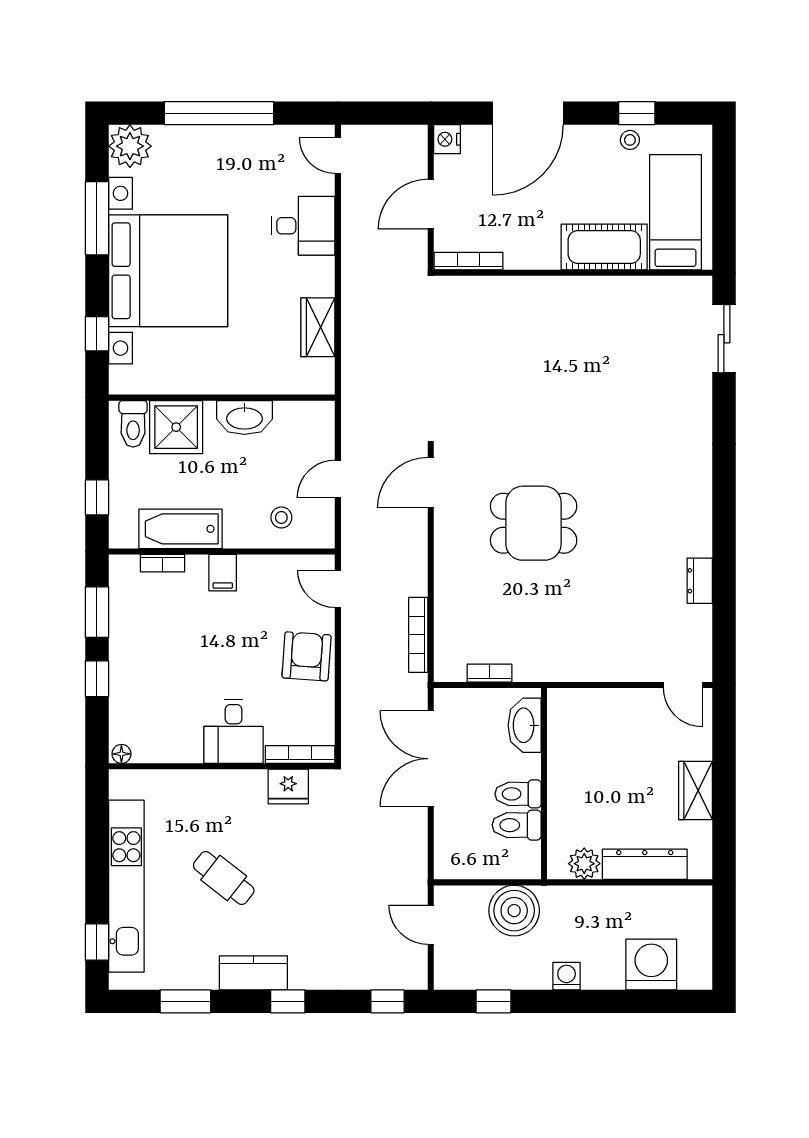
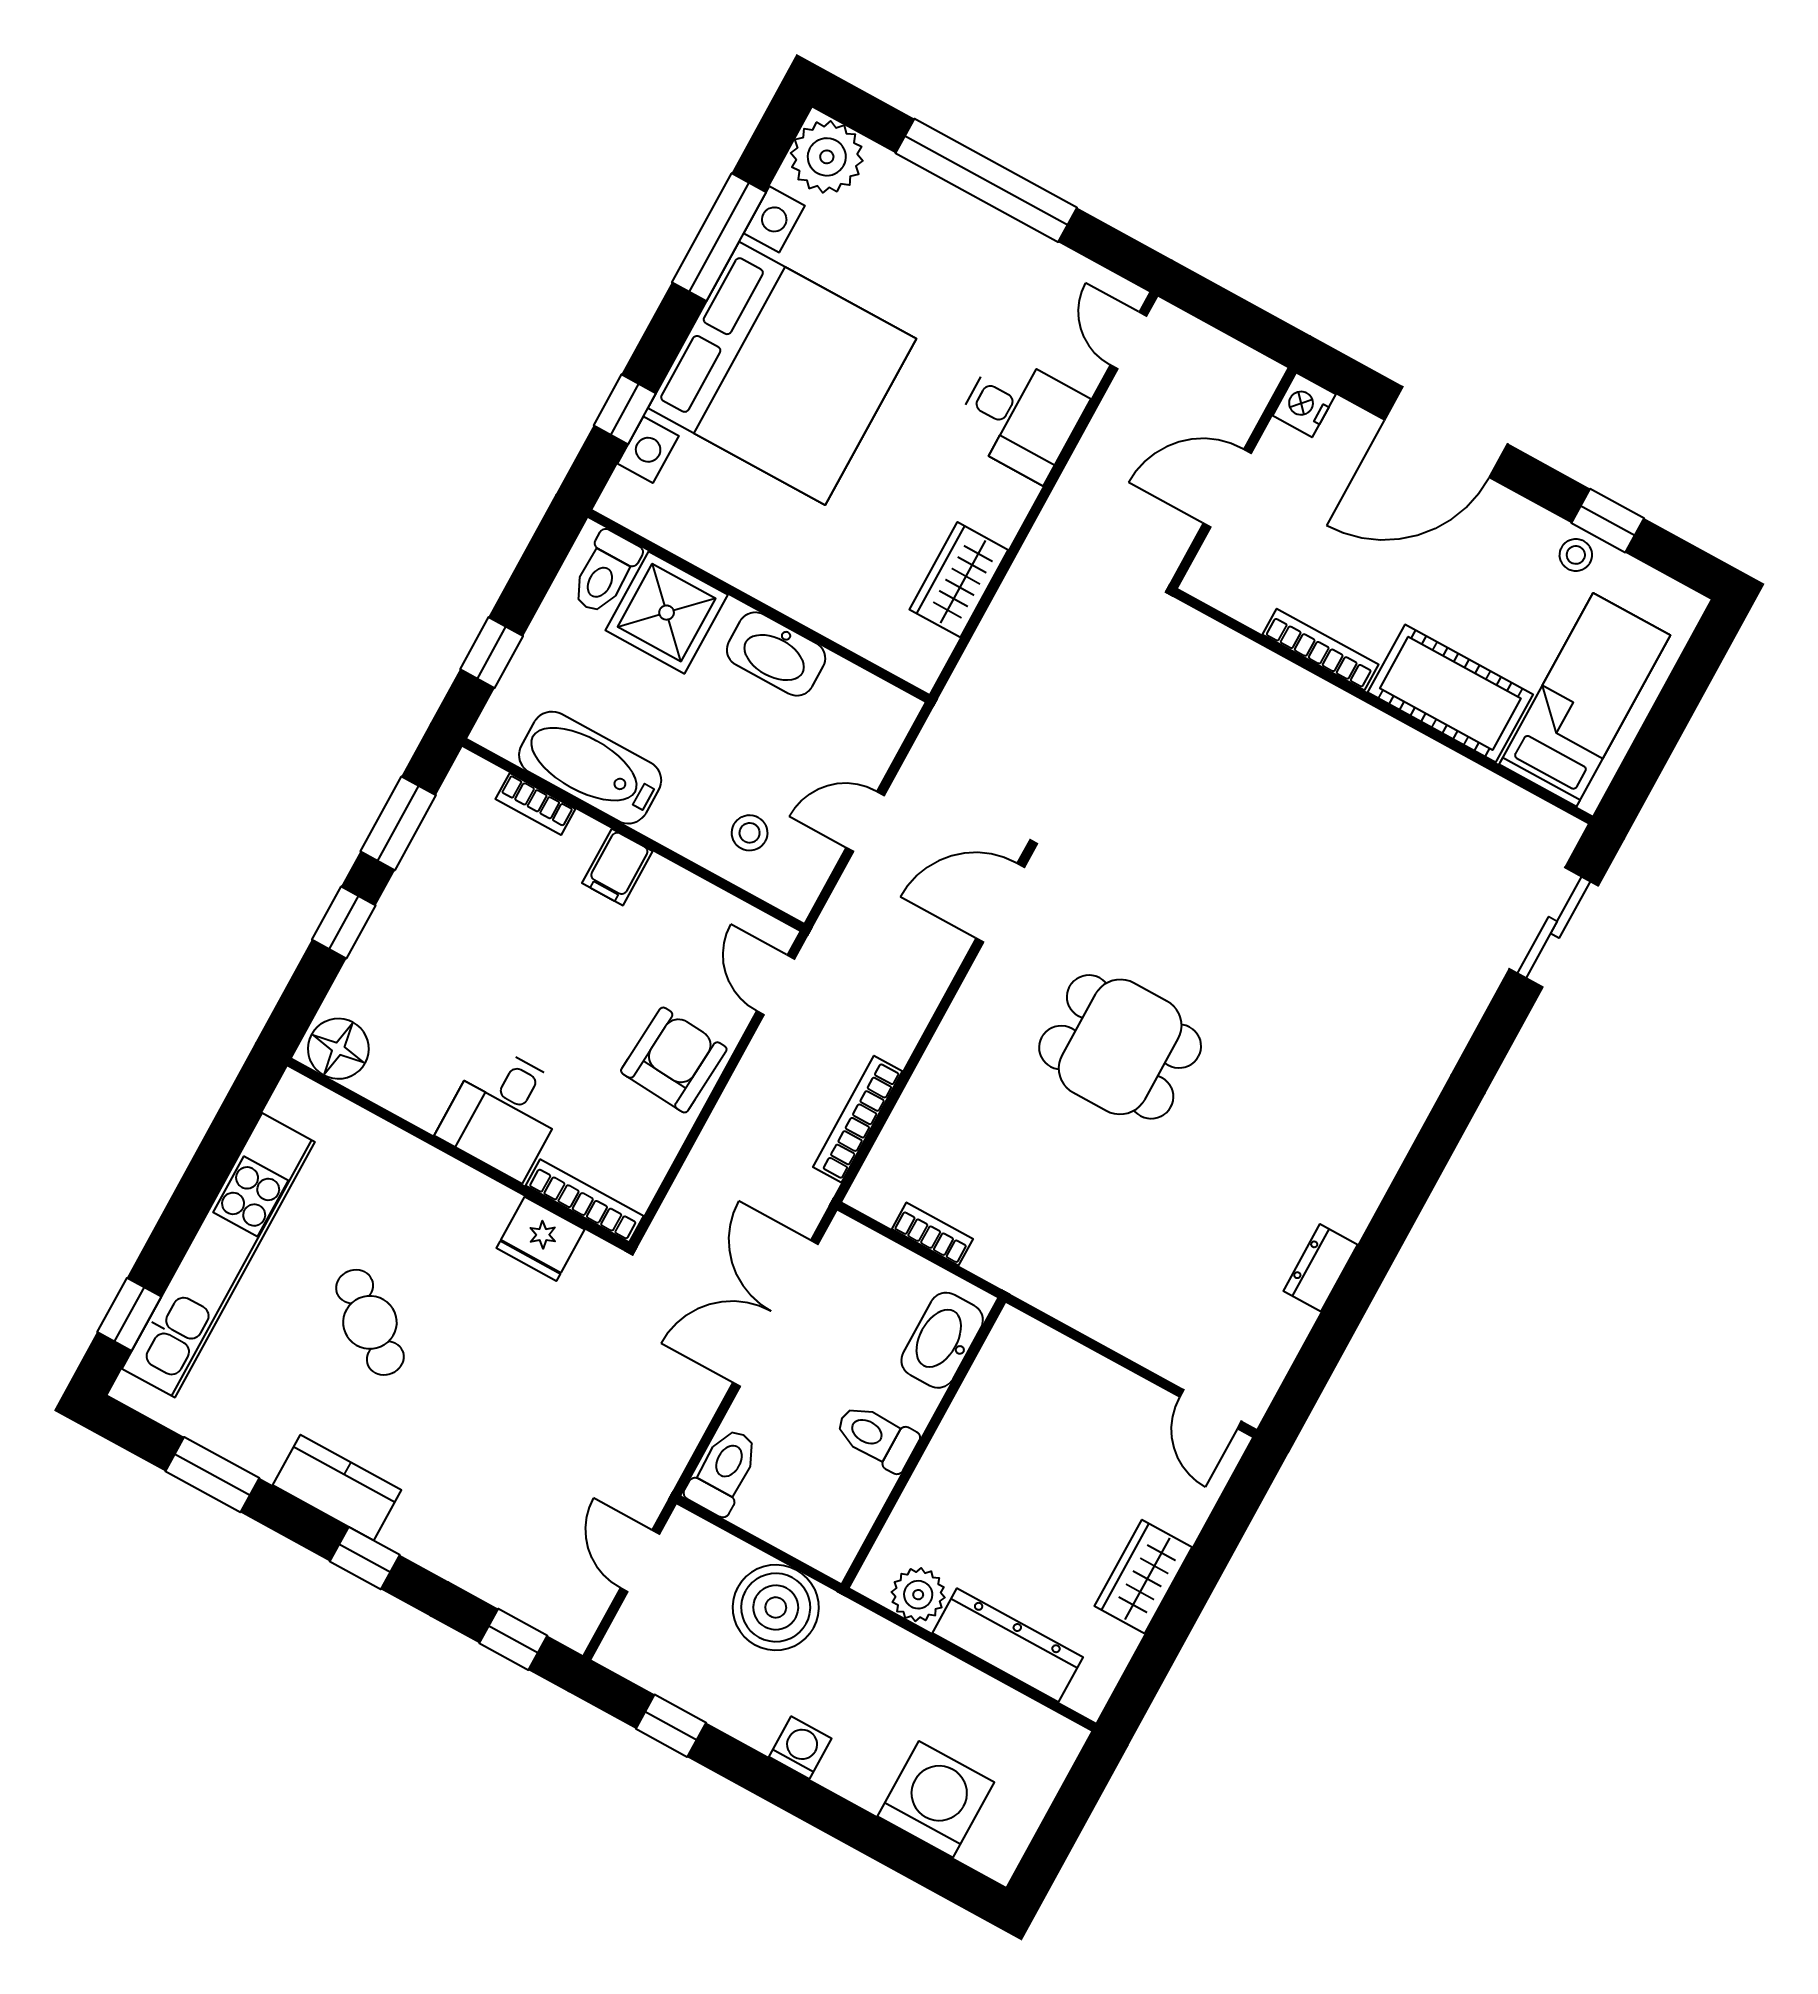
bookcase: (468, 261) -> (1320, 650), moved
floor lamp: (121, 754) -> (338, 1049), width x1.89, depth x1.89
toilet: (517, 825) -> (723, 1471), moved, turned 90

